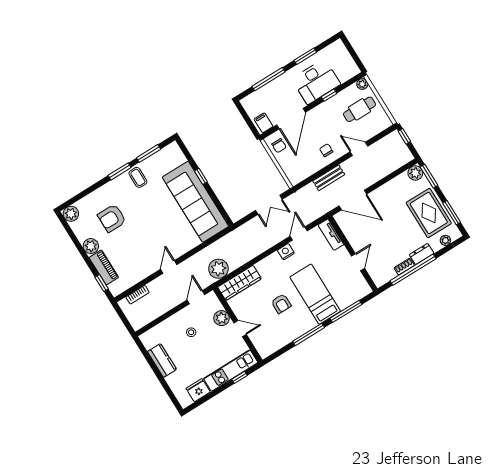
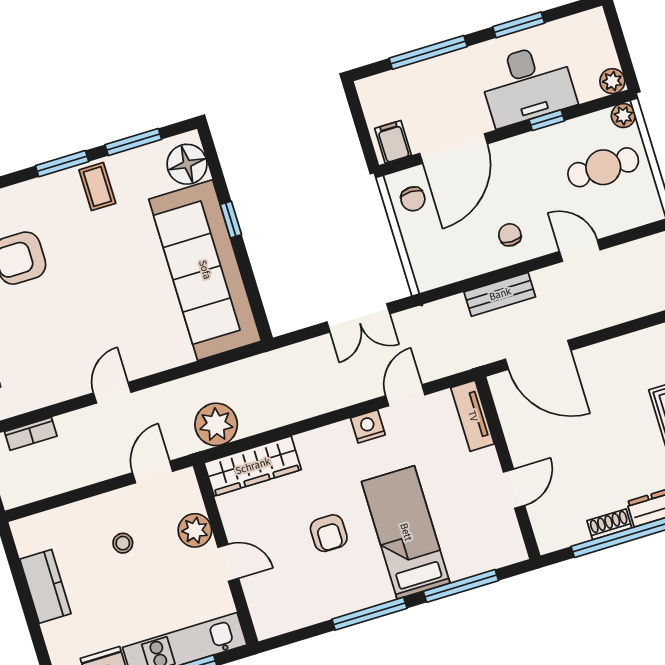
plant: (353, 70) -> (612, 81), added
floor lamp: (175, 157) -> (187, 164), added

